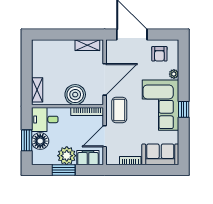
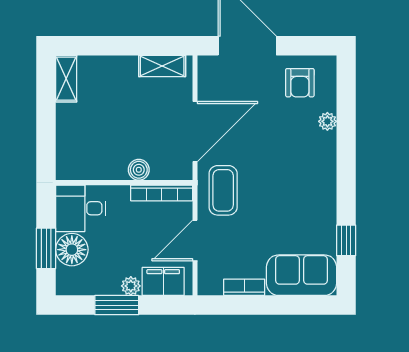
shelving: (37, 90) -> (66, 79), moved
boiler: (75, 95) -> (139, 170), width x0.54, depth x0.54
corner sofa: (160, 105) -> (302, 181), removed
window: (184, 109) -> (346, 240), moved
plant: (67, 156) -> (131, 286), width x0.53, depth x0.53

